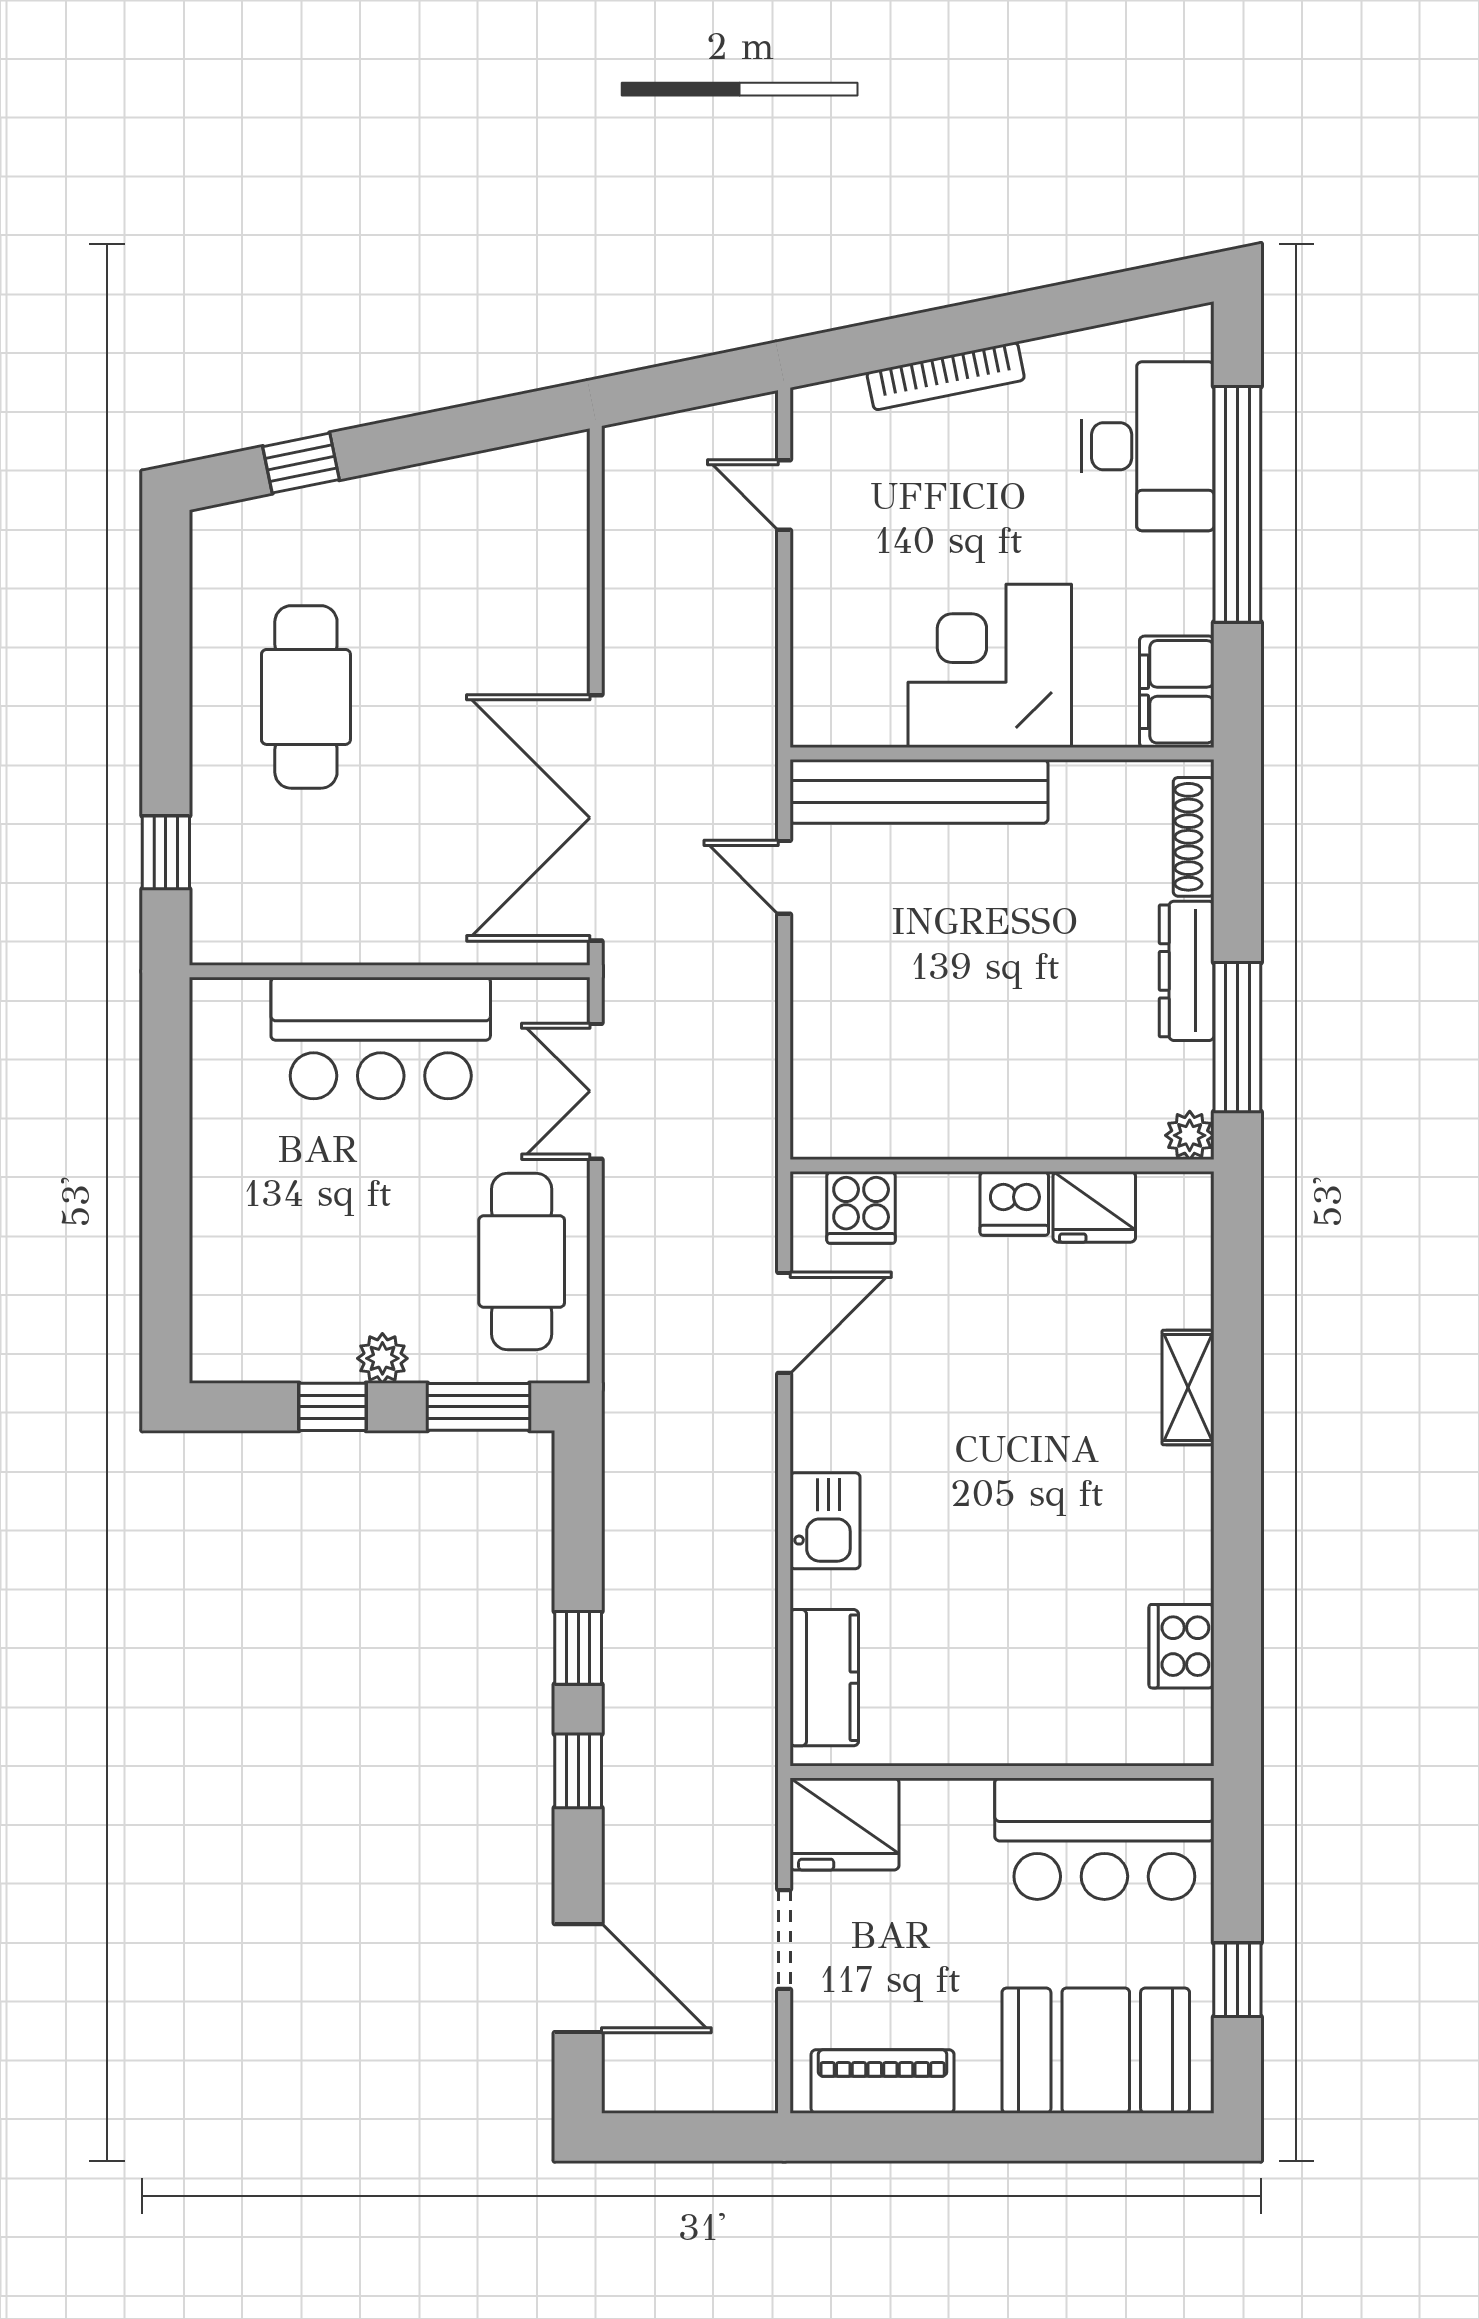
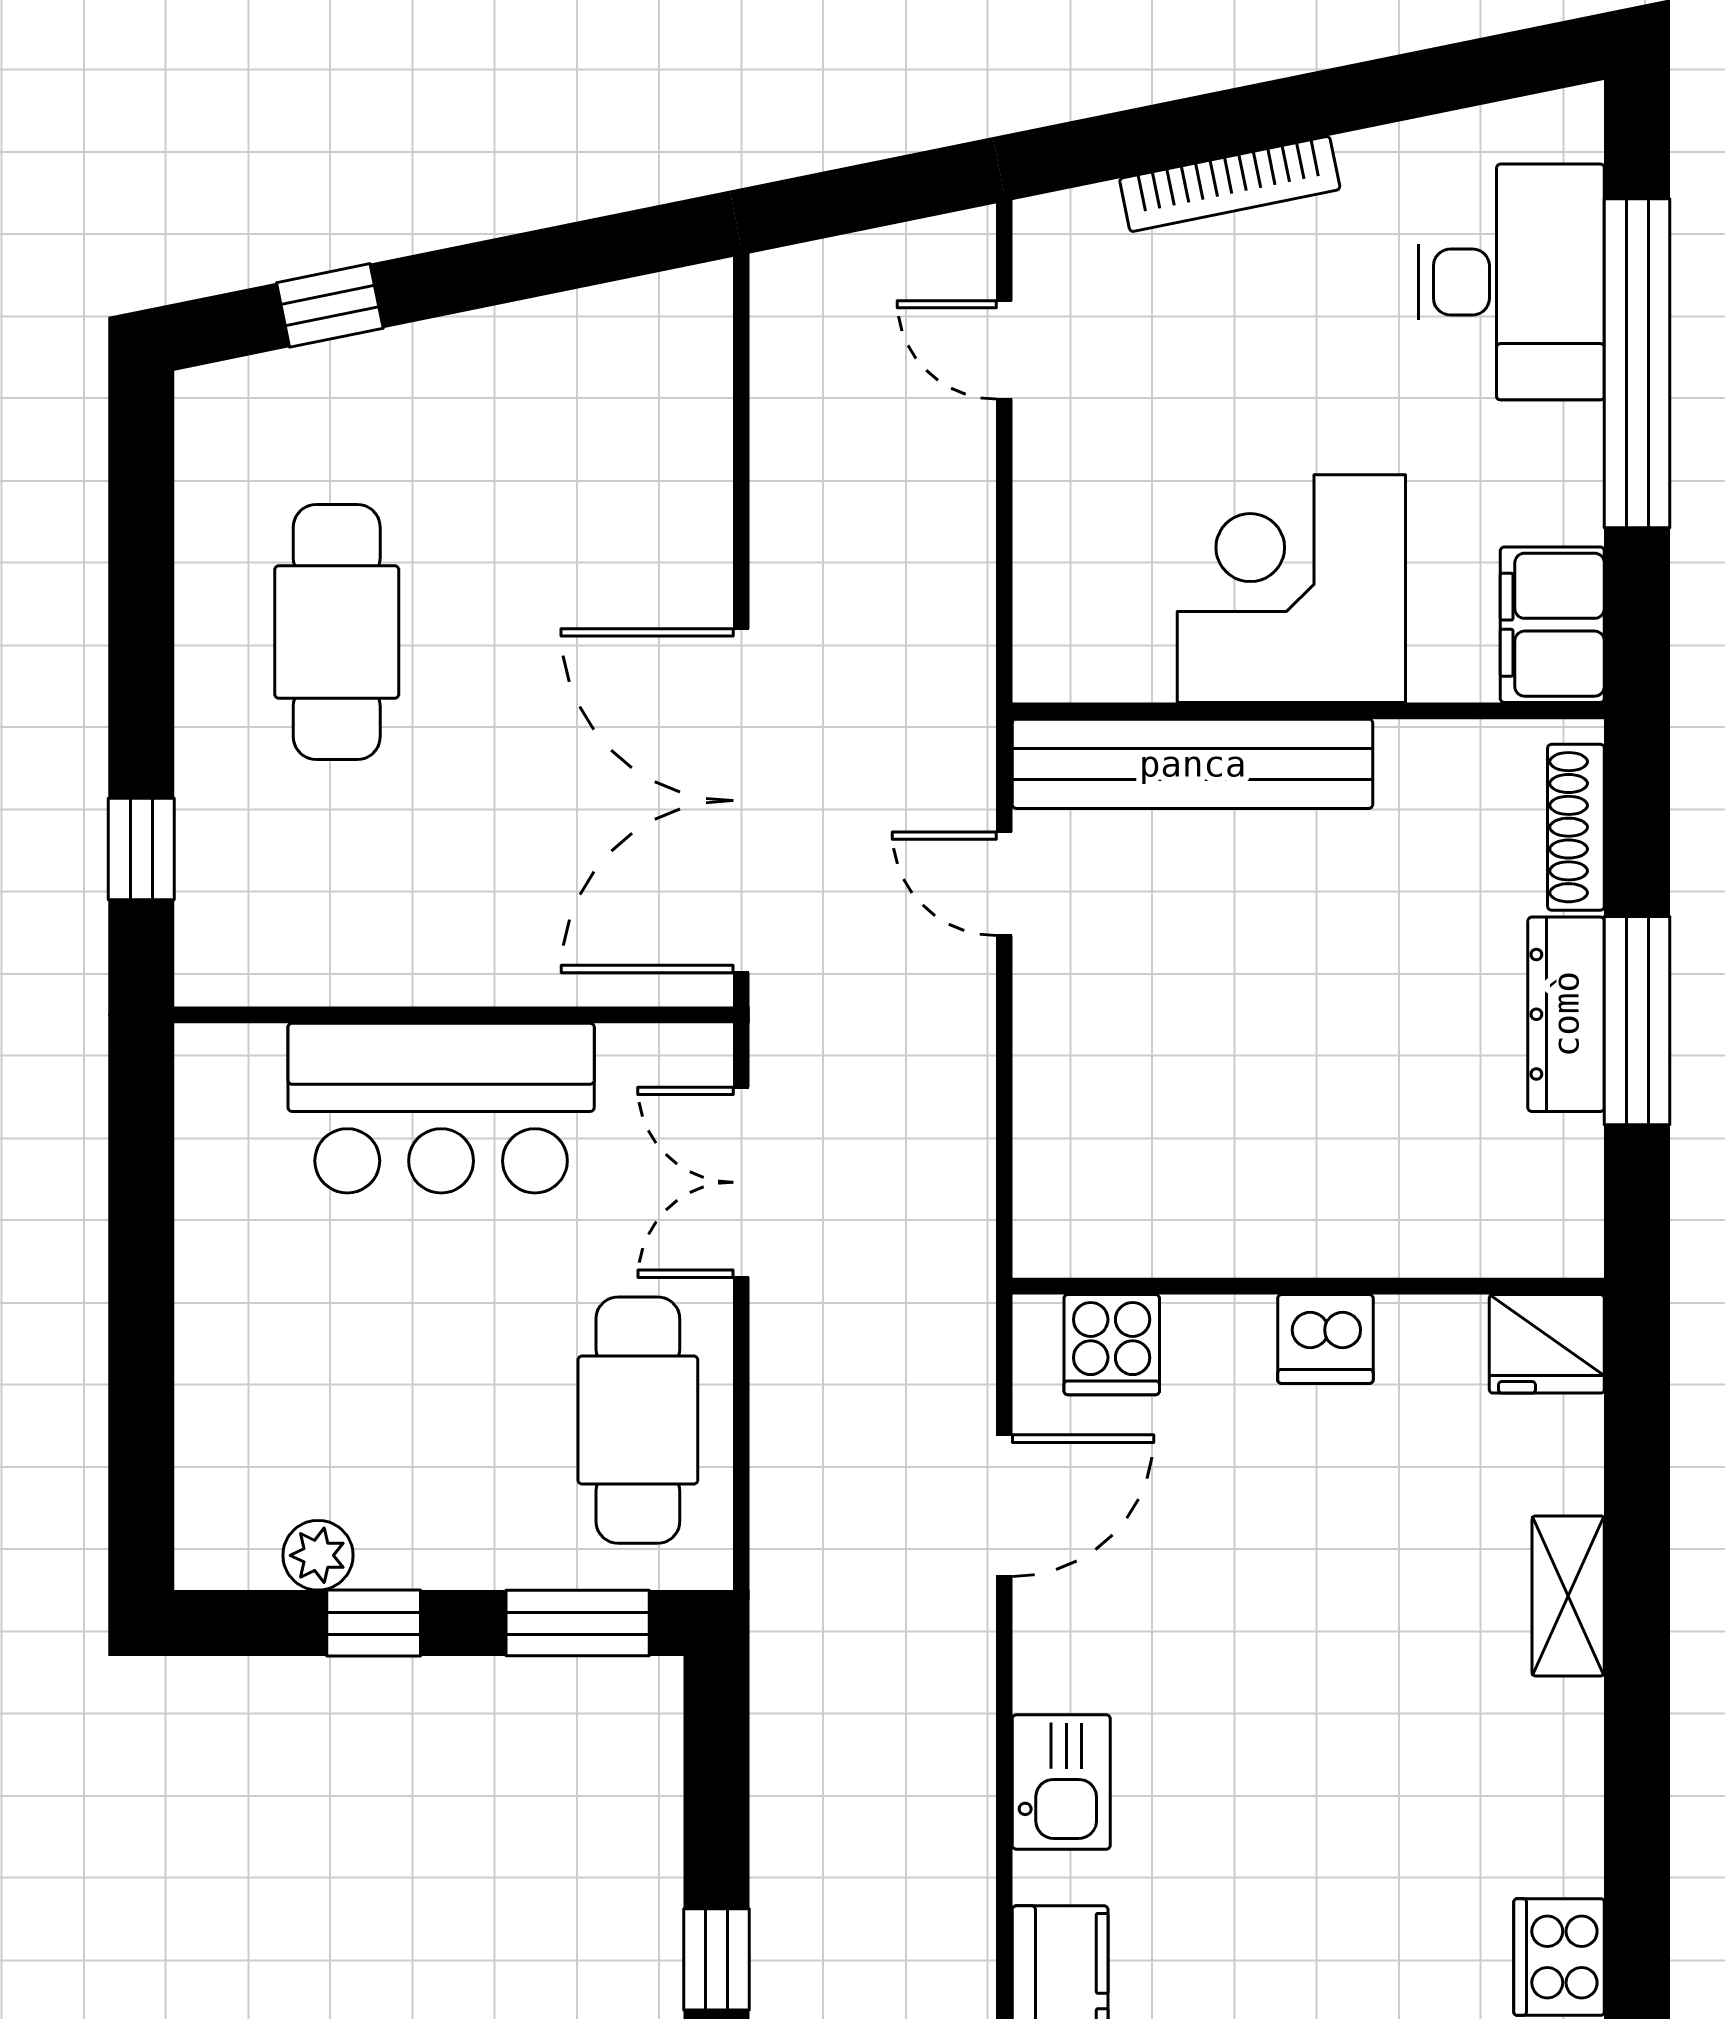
window: (1237, 1037) -> (1637, 1021), moved
plant: (1190, 1135) -> (1570, 1244), removed
fridge: (1094, 1207) -> (1547, 1344), moved
plant: (382, 1358) -> (318, 1555), moved

